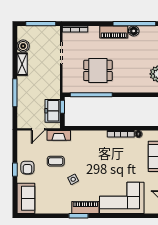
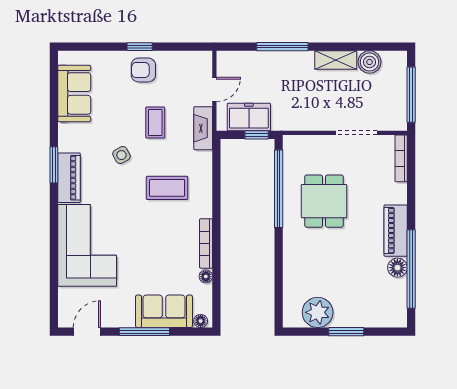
door: (38, 129) -> (214, 89), swing flipped
coffee table: (91, 155) -> (167, 188), added
sofa: (26, 198) -> (74, 93), moved, turned -90

